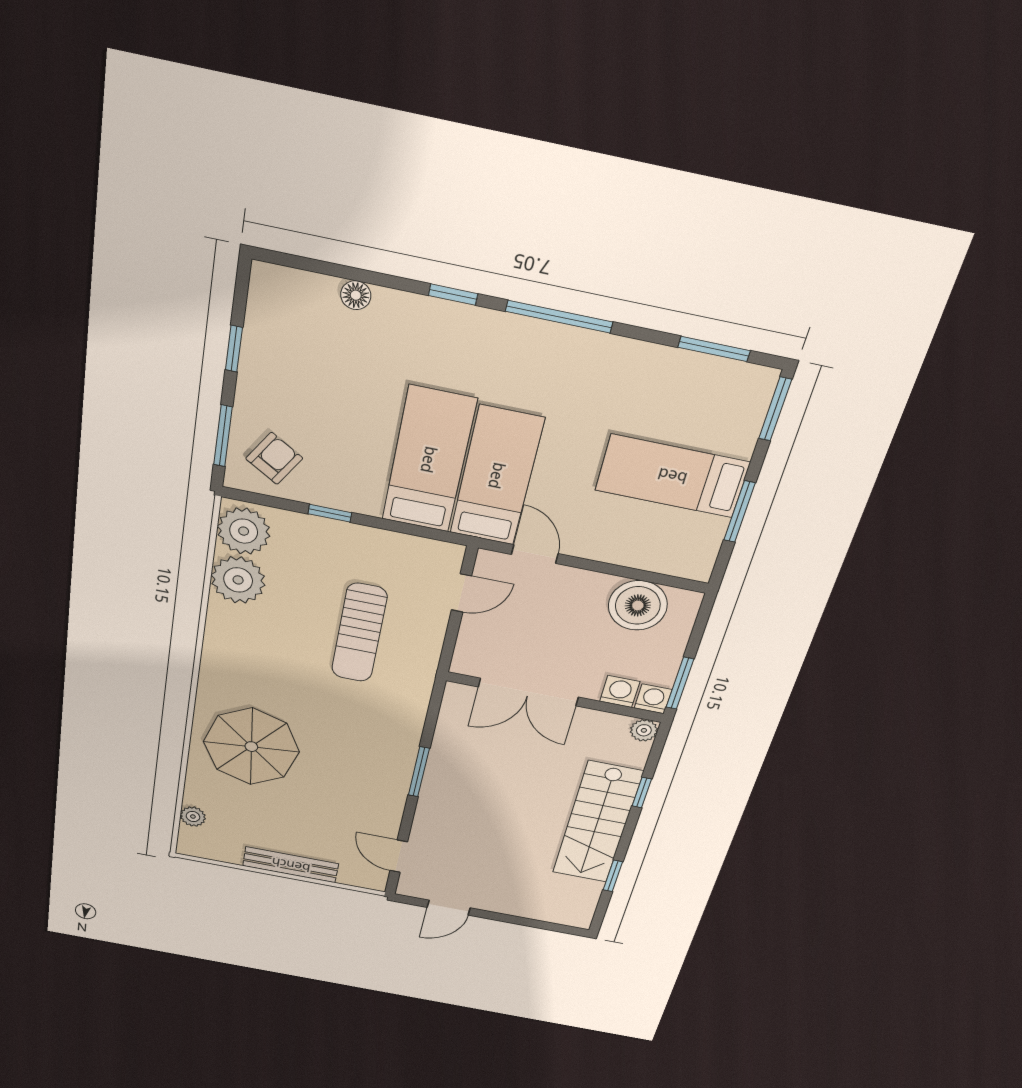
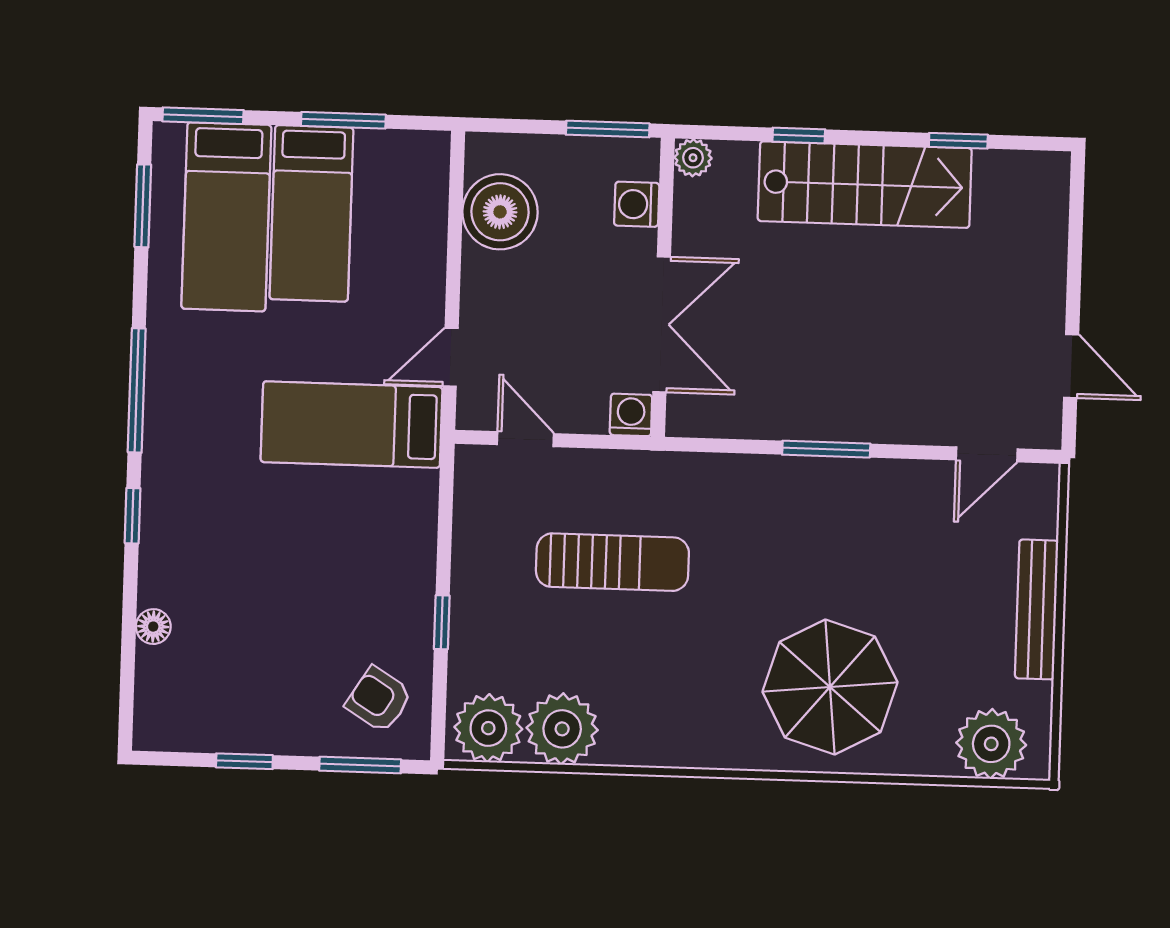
bed: (429, 460) -> (226, 217), moved, turned -90
washing machine: (653, 699) -> (631, 415), moved, turned 90
plant: (193, 817) -> (991, 744), width x1.88, depth x1.88

